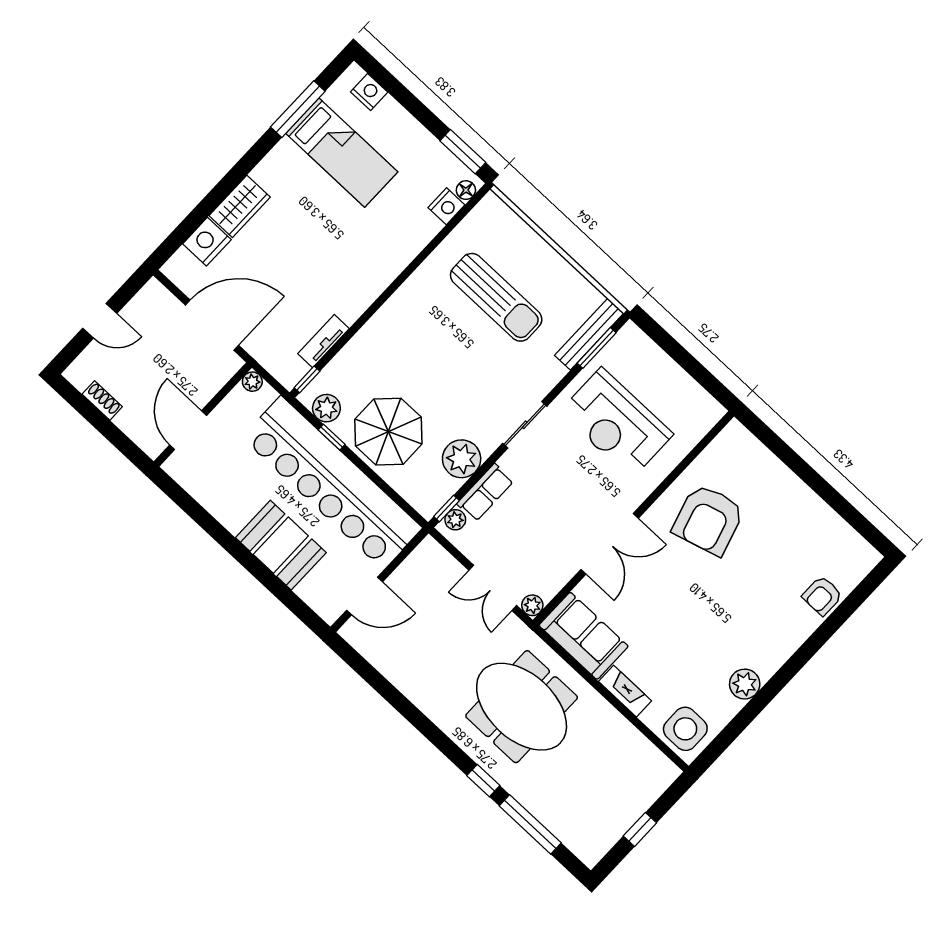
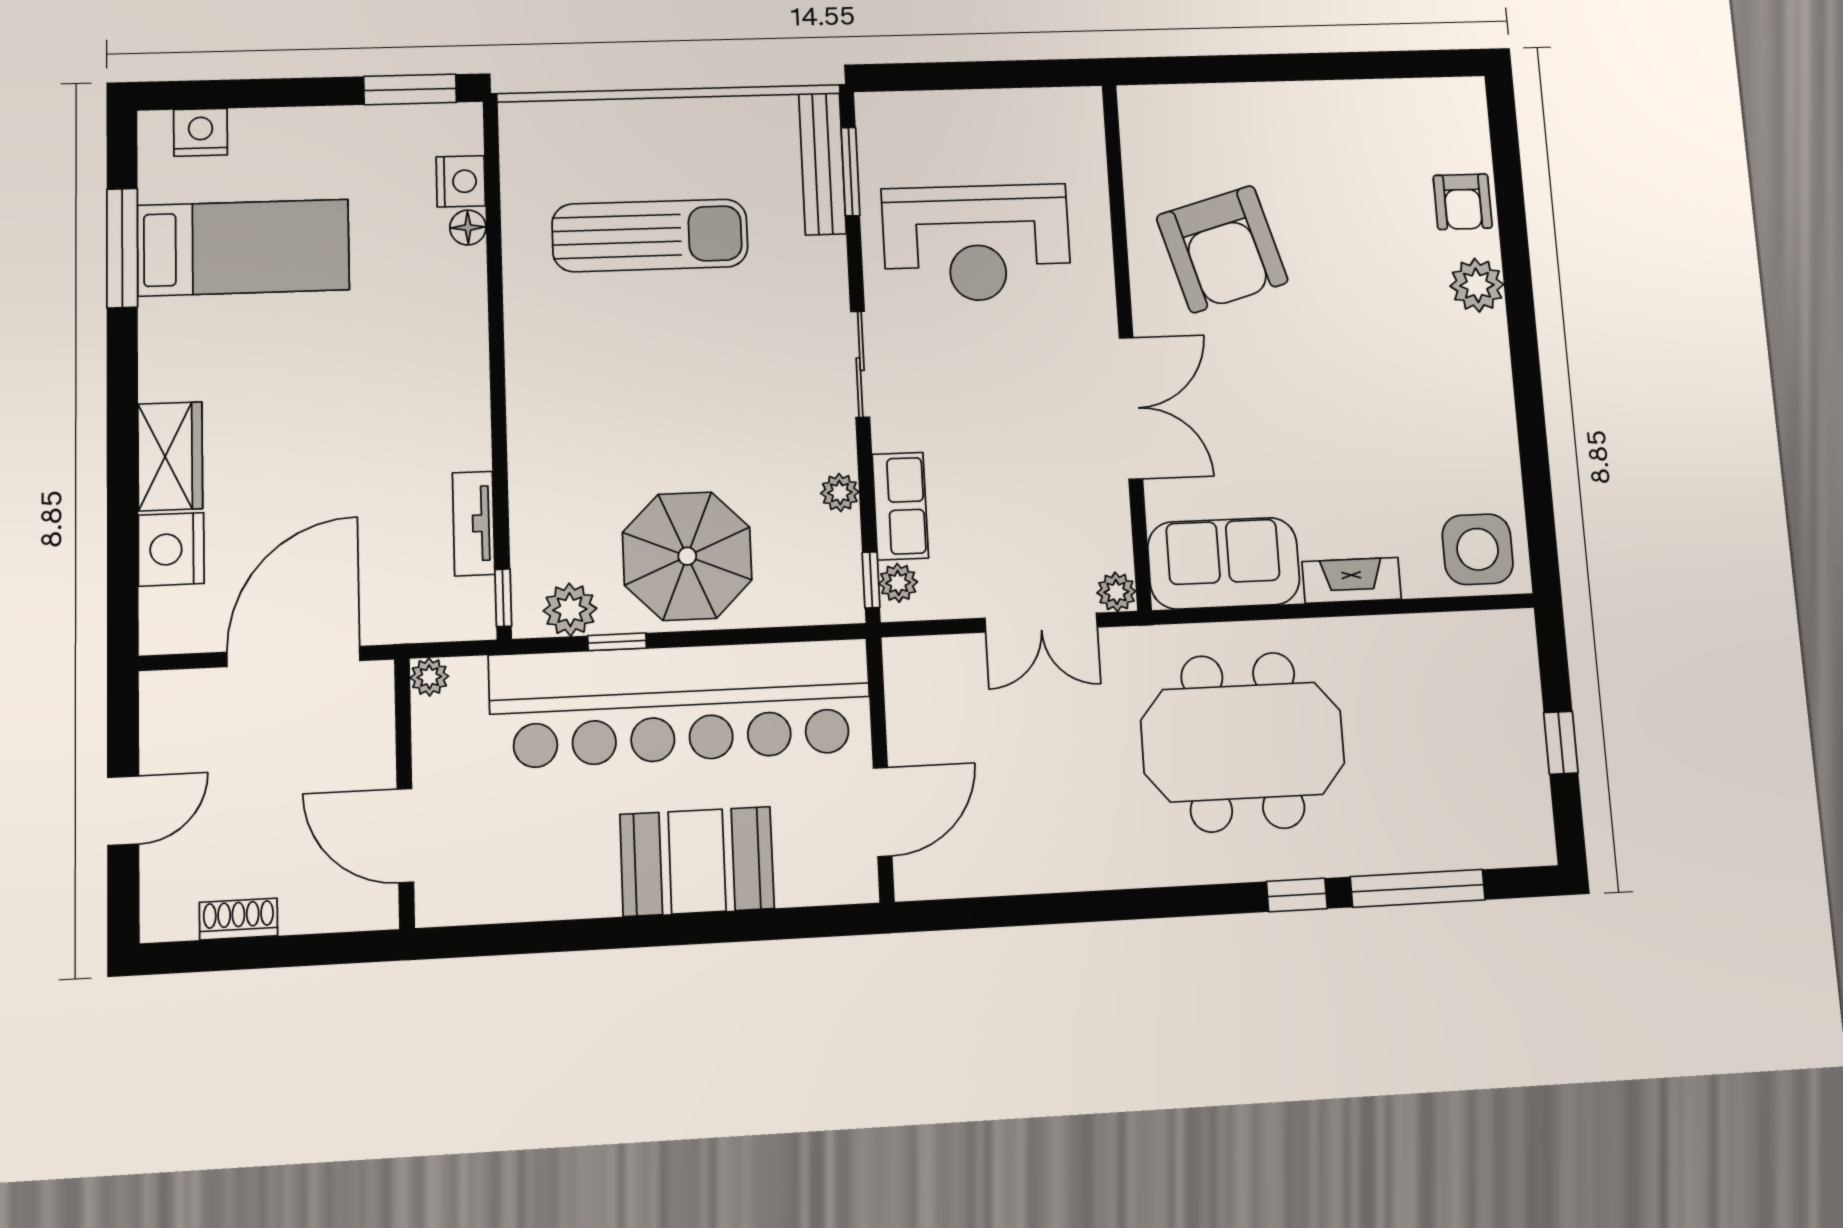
floor lamp: (466, 190) -> (468, 227), moved
plant: (462, 459) -> (840, 493), width x0.53, depth x0.53
plant: (745, 684) -> (1477, 285), moved

